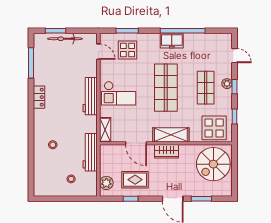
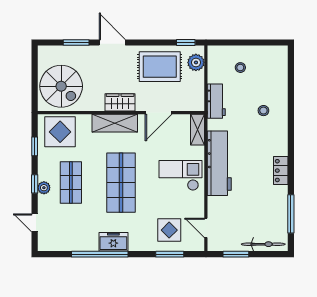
window: (55, 31) -> (236, 254), moved
bicycle: (65, 39) -> (263, 244), moved
workbench: (90, 96) -> (219, 163), width x1.36, depth x1.32
door: (136, 143) -> (159, 113), swing flipped
workbench: (90, 152) -> (216, 101), width x0.73
spiral stairs: (213, 164) -> (61, 86), turned 90
rug: (135, 180) -> (160, 67), width x1.36, depth x1.43
window: (131, 199) -> (186, 43), moved

